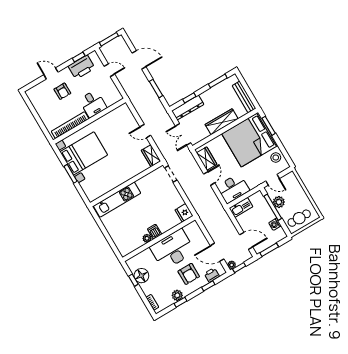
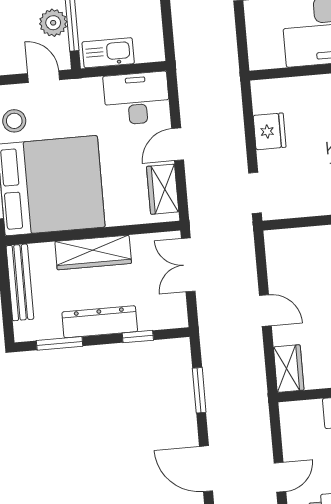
door: (109, 70) -> (280, 477), swing flipped
dresser: (188, 108) -> (100, 322), moved
double door: (183, 134) -> (188, 265), swing flipped
wardrobe: (151, 156) -> (289, 369), moved
kitchen sink: (241, 207) -> (108, 53), moved
fridge: (184, 213) -> (270, 131), moved

